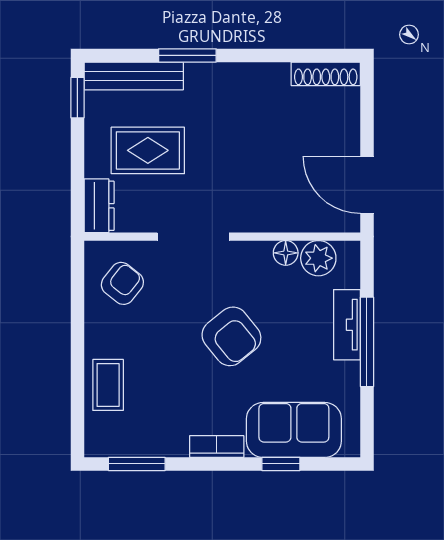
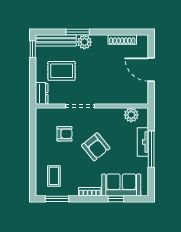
shoe rack: (326, 74) -> (122, 39), moved
plant: (204, 80) -> (84, 42), added
door: (367, 185) -> (151, 69), moved
floor lamp: (286, 253) -> (118, 113), removed
armchair: (122, 283) -> (64, 134), moved, turned 52
coffee table: (108, 385) -> (54, 176), moved

